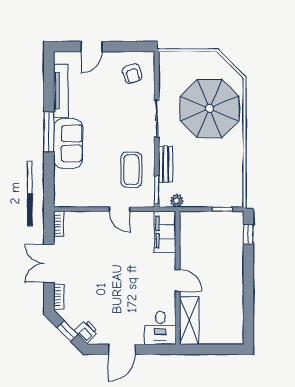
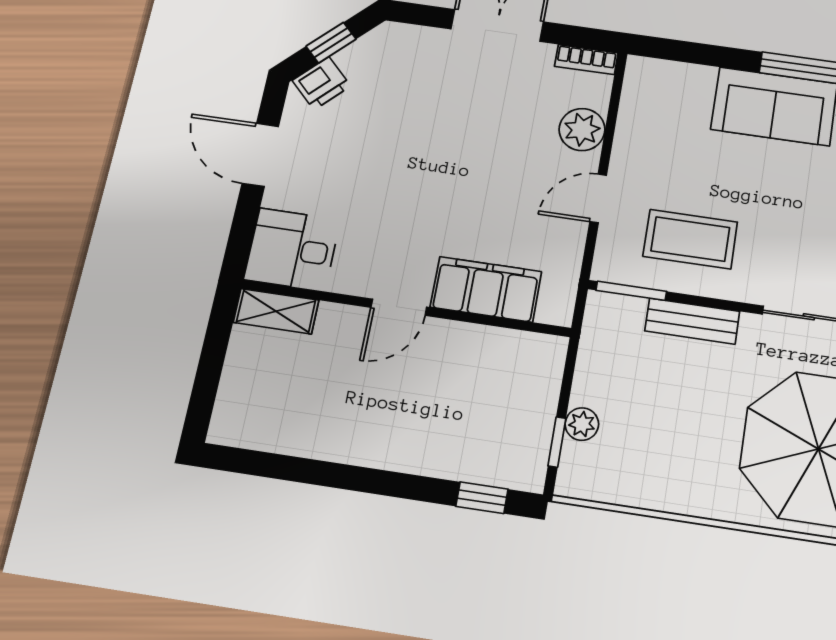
plant: (177, 201) -> (582, 424), moved
plant: (90, 221) -> (582, 130), added
filing cabinet: (165, 232) -> (486, 289), moved
bookcase: (59, 297) -> (415, 36), removed
shelving: (189, 321) -> (276, 311), width x0.67, depth x0.75

